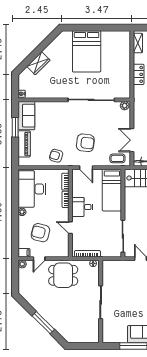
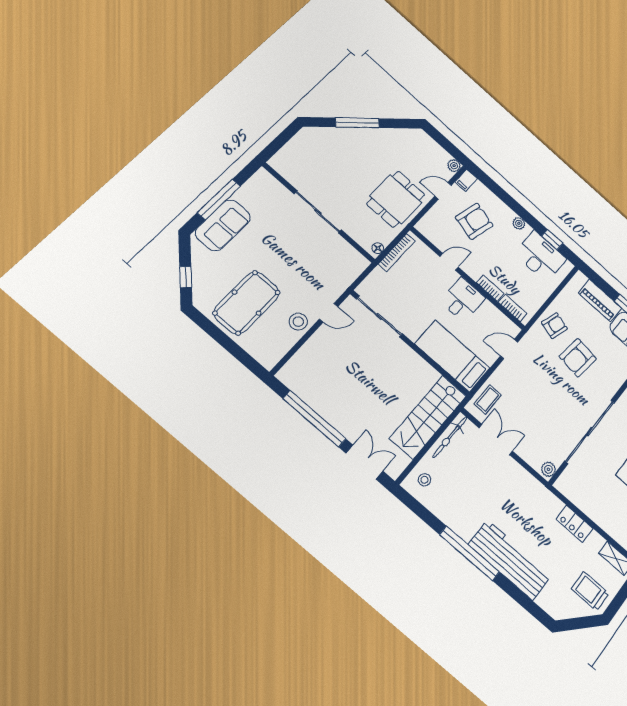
armchair: (85, 143) -> (578, 358), moved
desk: (32, 189) -> (540, 256), width x0.73, depth x0.77
window: (15, 190) -> (552, 240), added
door: (39, 259) -> (443, 191), hinge flipped

